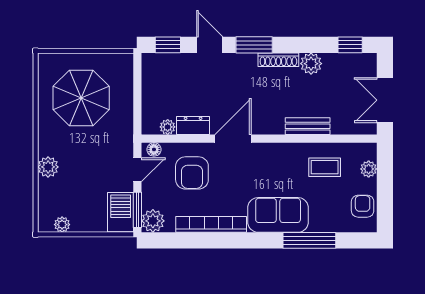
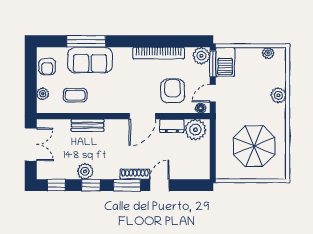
window: (168, 45) -> (91, 185), moved
door: (210, 45) -> (160, 185), swing flipped
shoe rack: (278, 60) -> (135, 174), moved
plant: (168, 127) -> (195, 130), width x1.88, depth x1.88
sofa: (278, 215) -> (90, 60), moved

